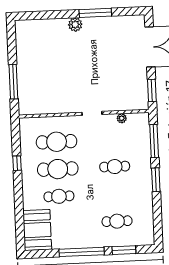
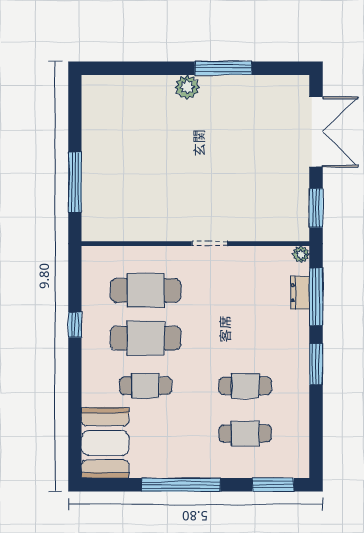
plant: (122, 118) -> (301, 254), moved
dresser: (145, 139) -> (300, 293), added
cafe table: (115, 167) -> (245, 386), moved
window: (124, 250) -> (273, 485), moved

